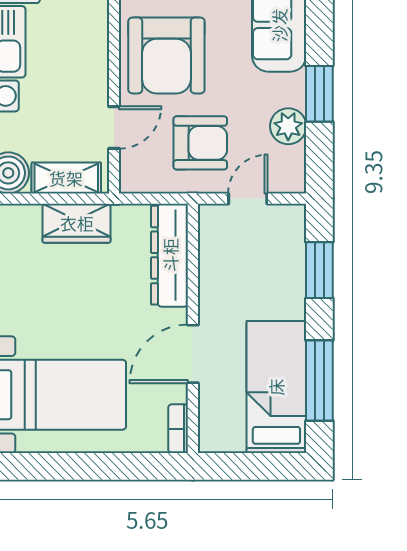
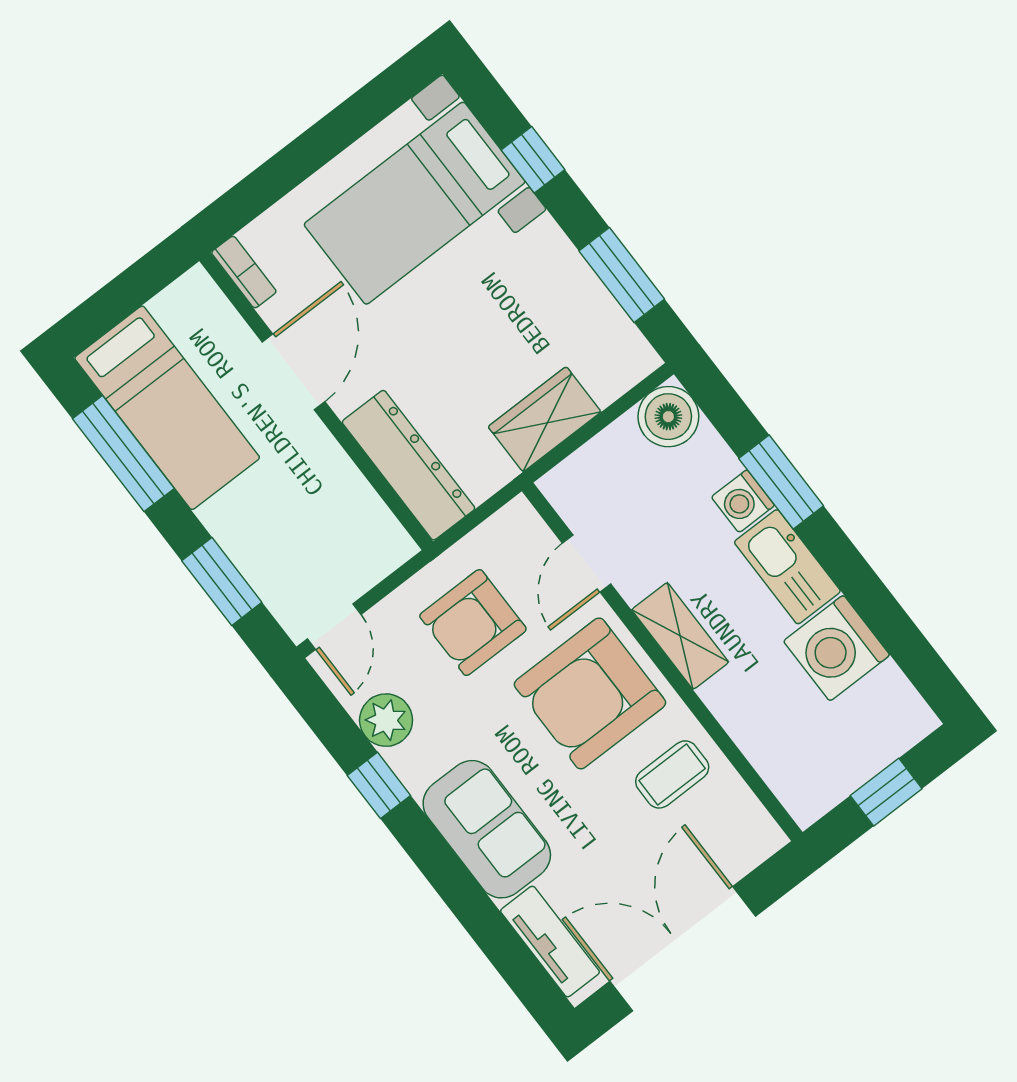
armchair: (166, 55) -> (590, 693), turned -90
window: (319, 94) -> (379, 785), width x0.67
shelving: (66, 178) -> (680, 636), moved, turned 90
door: (248, 199) -> (334, 627), moved

